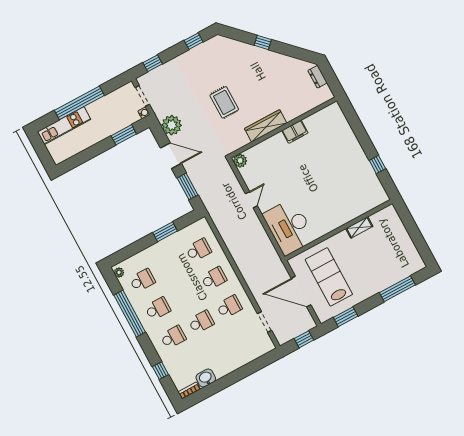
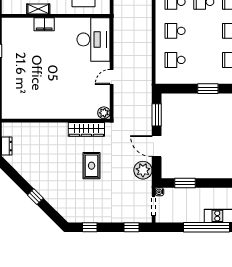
wardrobe: (266, 126) -> (86, 129), moved
filing cabinet: (295, 132) -> (44, 24), moved, turned 180
window: (165, 232) -> (208, 89), moved

